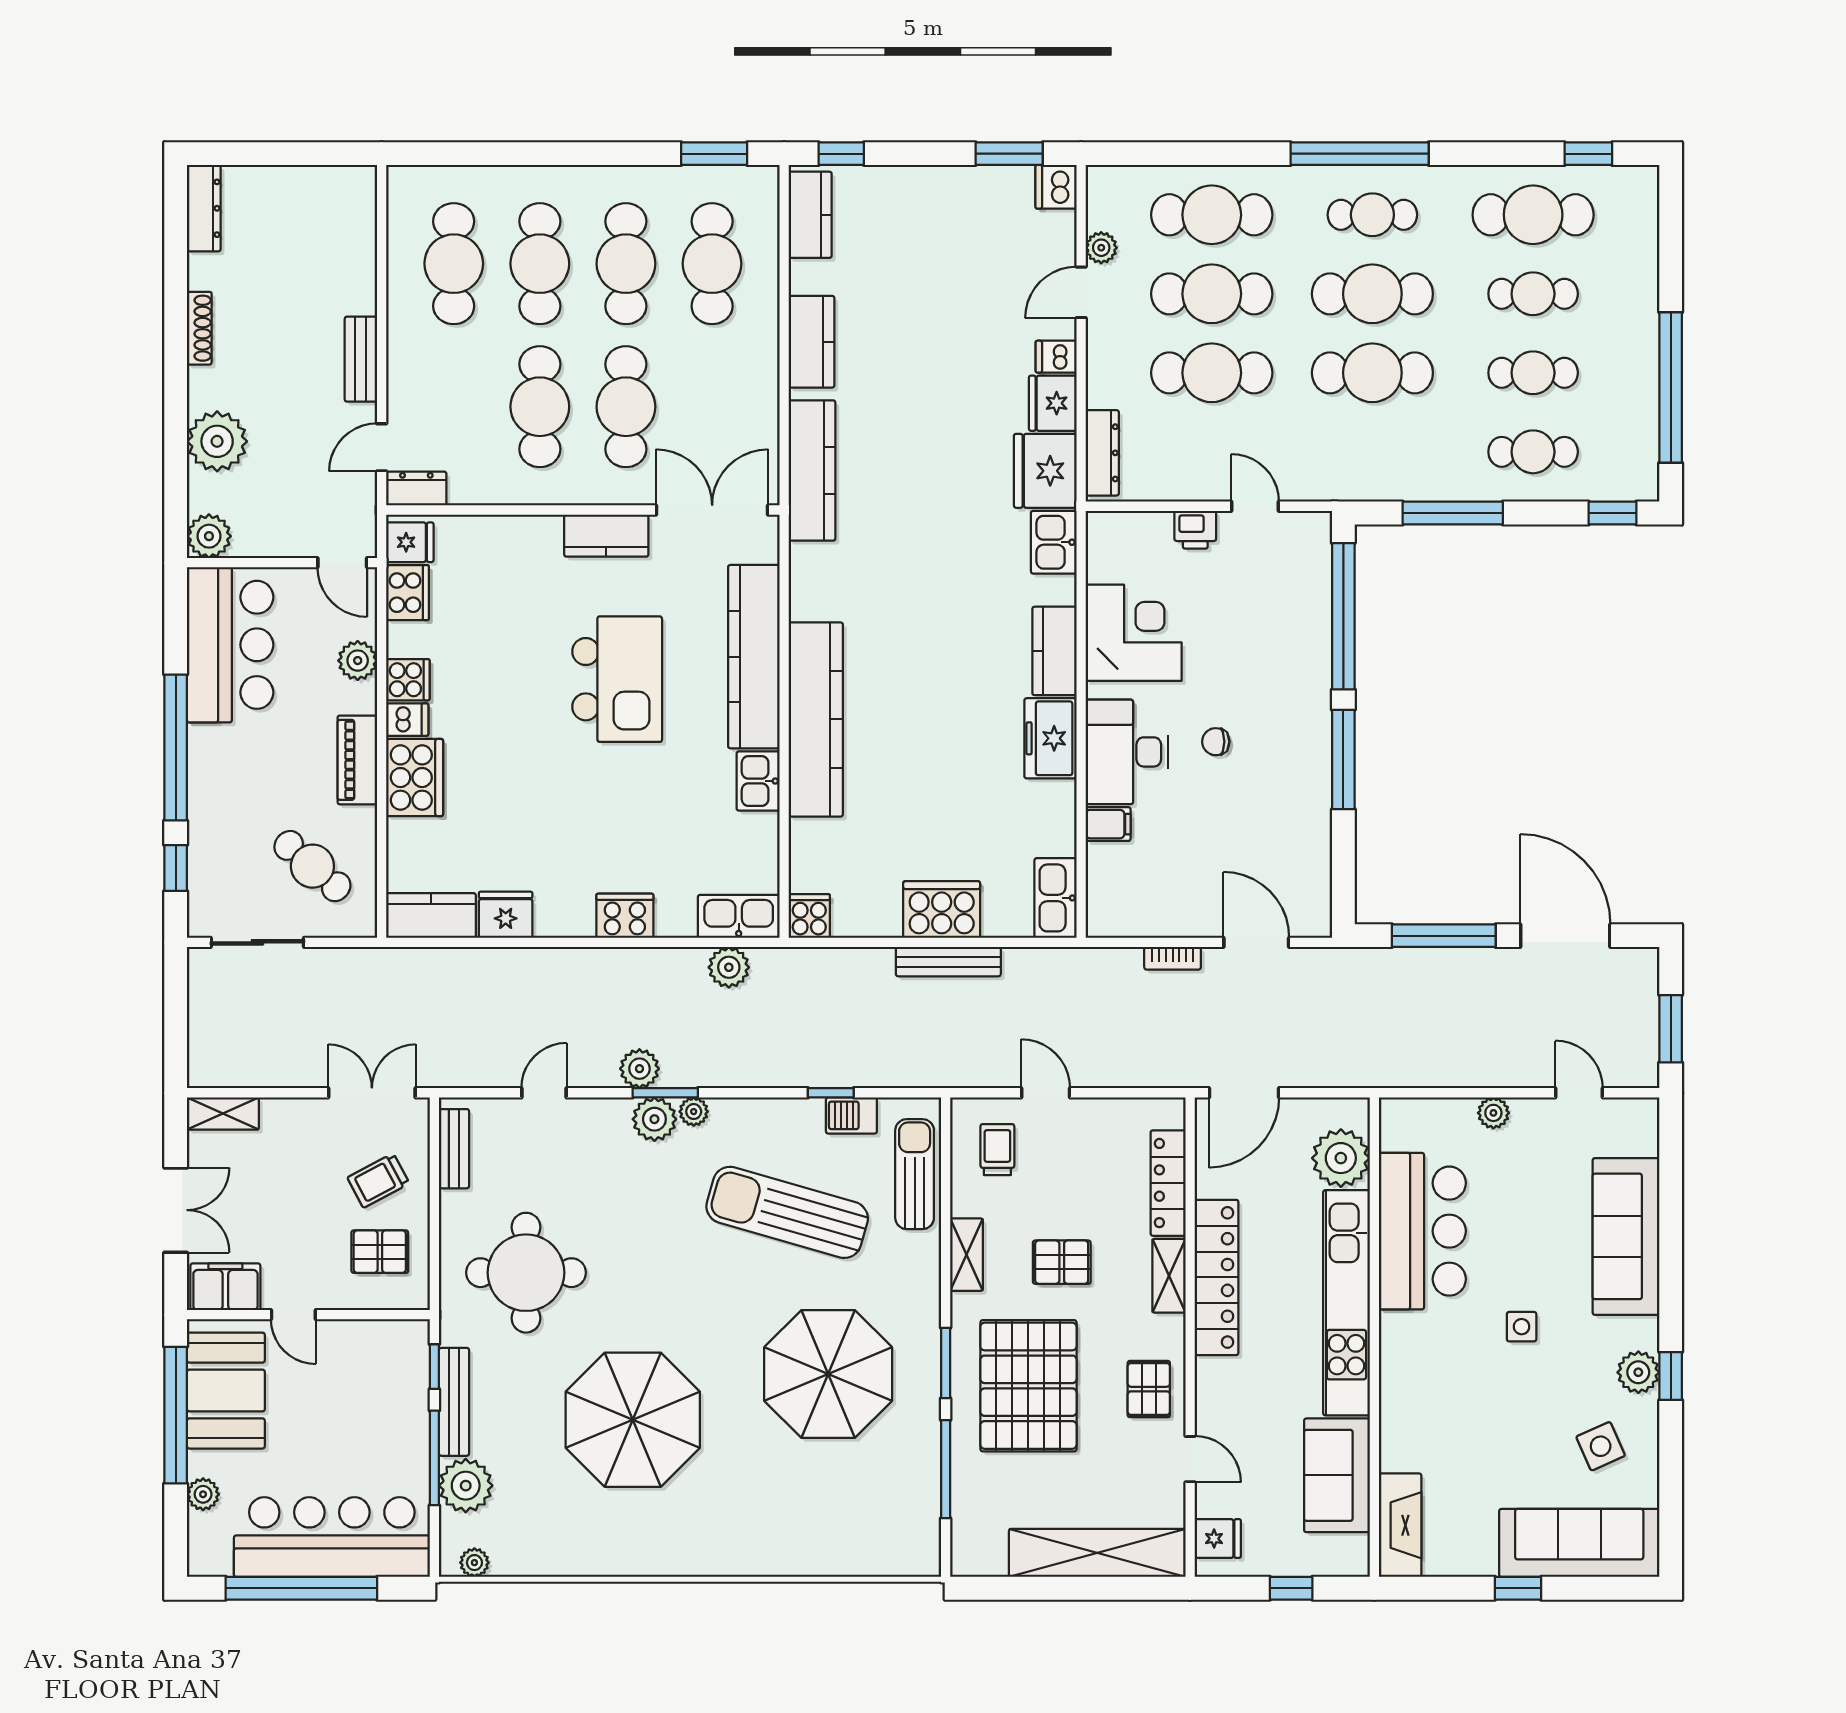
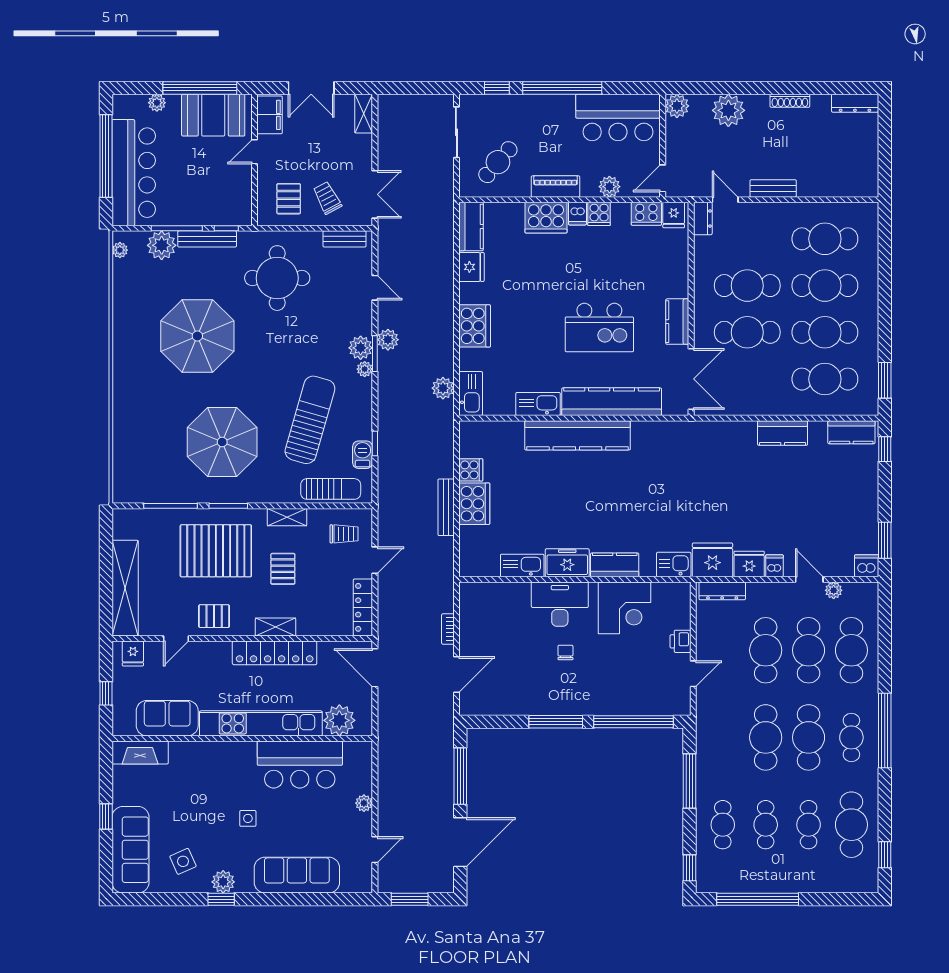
kitchen counter: (812, 471) -> (713, 433), removed
kitchen sink: (758, 781) -> (538, 404), width x1.38
filing cabinet: (1108, 824) -> (521, 594), removed
kitchen sink: (1055, 898) -> (522, 565), moved
cooker: (625, 916) -> (475, 326), width x1.37, depth x1.31
cooker: (809, 916) -> (471, 470), moved
locker: (1168, 1183) -> (363, 607), moved, turned -90

